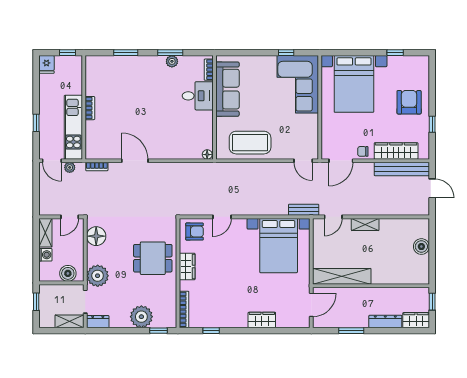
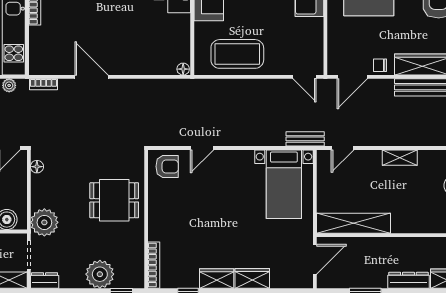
shelving: (365, 224) -> (400, 158), moved
floor lamp: (96, 236) -> (37, 167), width x0.53, depth x0.53
bed with nightstands: (279, 246) -> (284, 184), width x0.73
wardrobe: (187, 267) -> (217, 278), moved, turned -90

